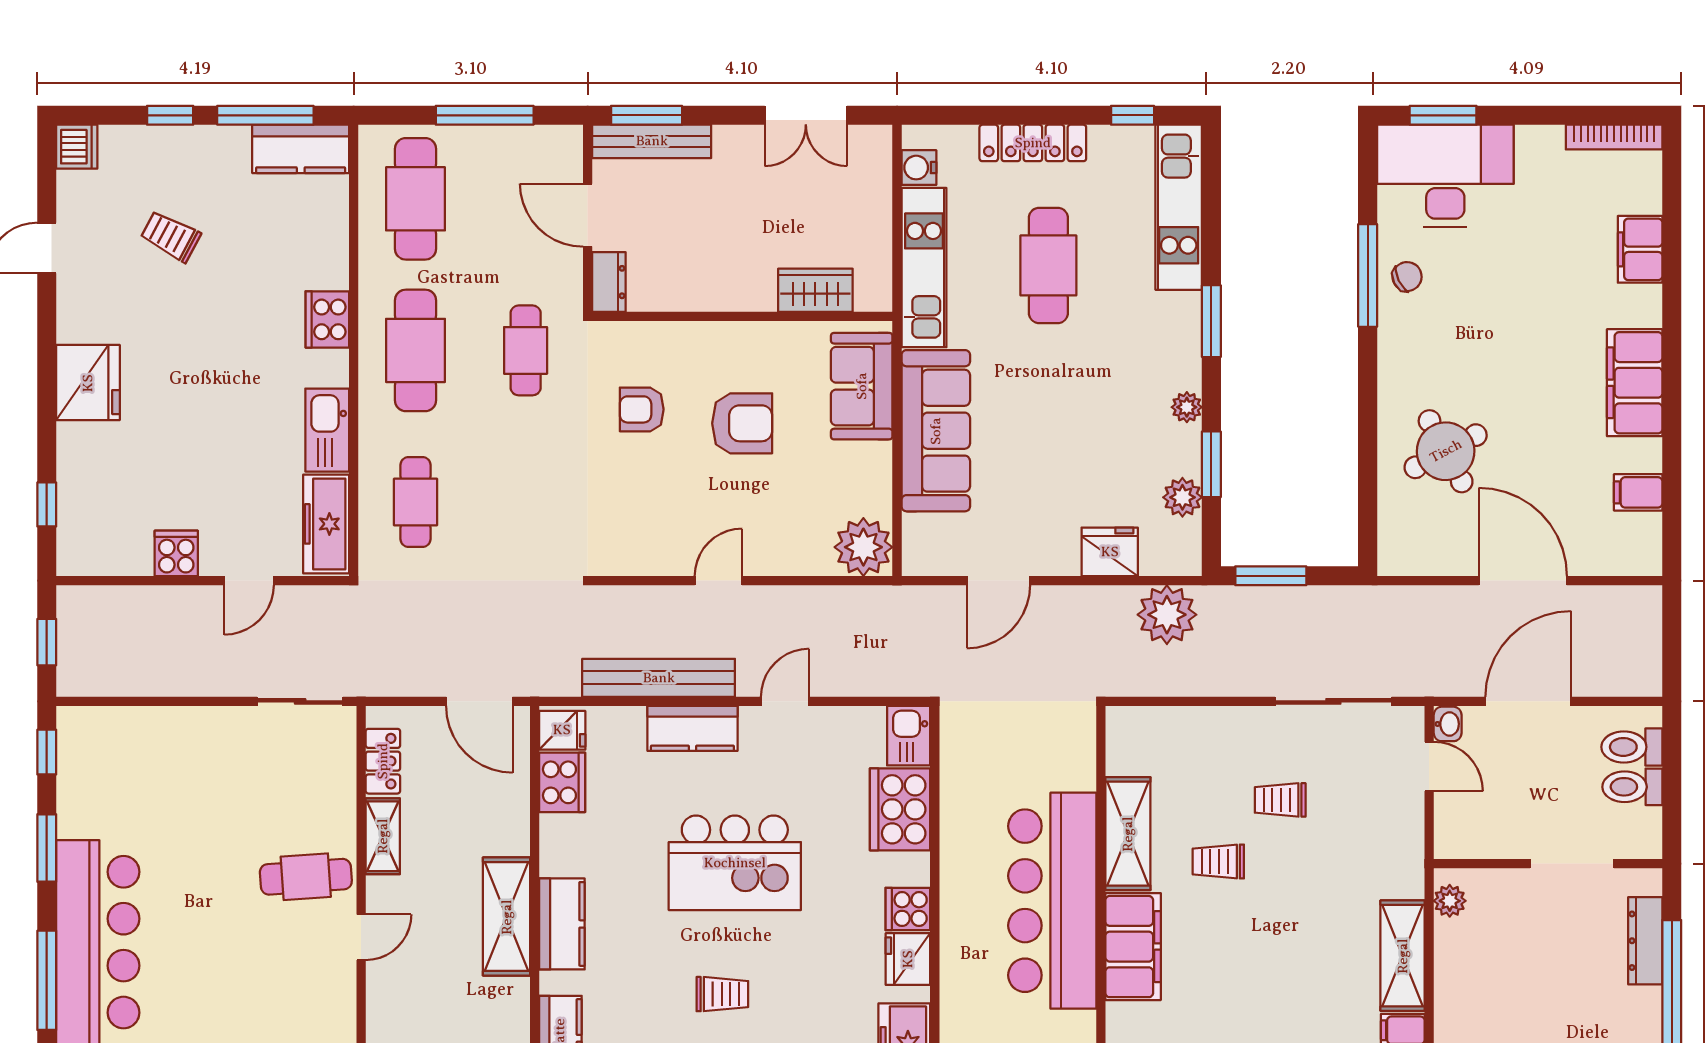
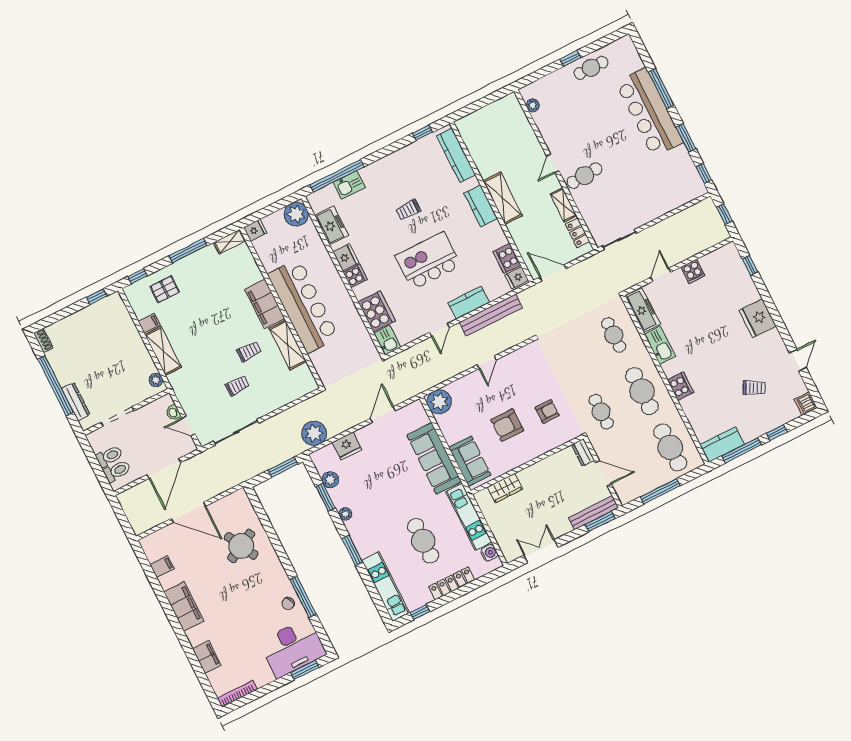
washbasin: (1448, 724) -> (173, 413), moved

